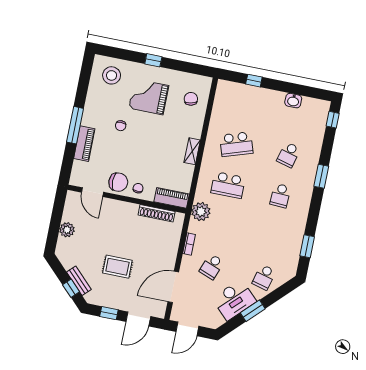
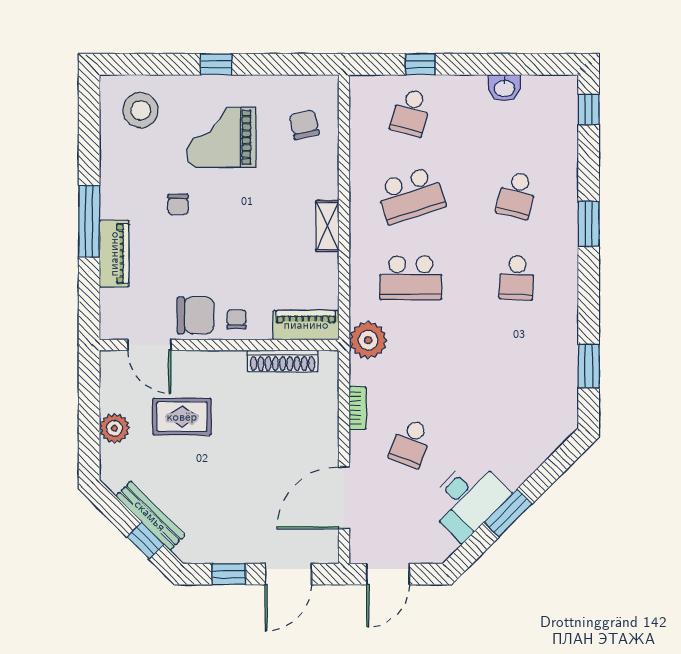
rug: (117, 267) -> (182, 417), moved
school desk: (264, 277) -> (411, 112), moved
bench: (79, 281) -> (150, 516), width x1.36

